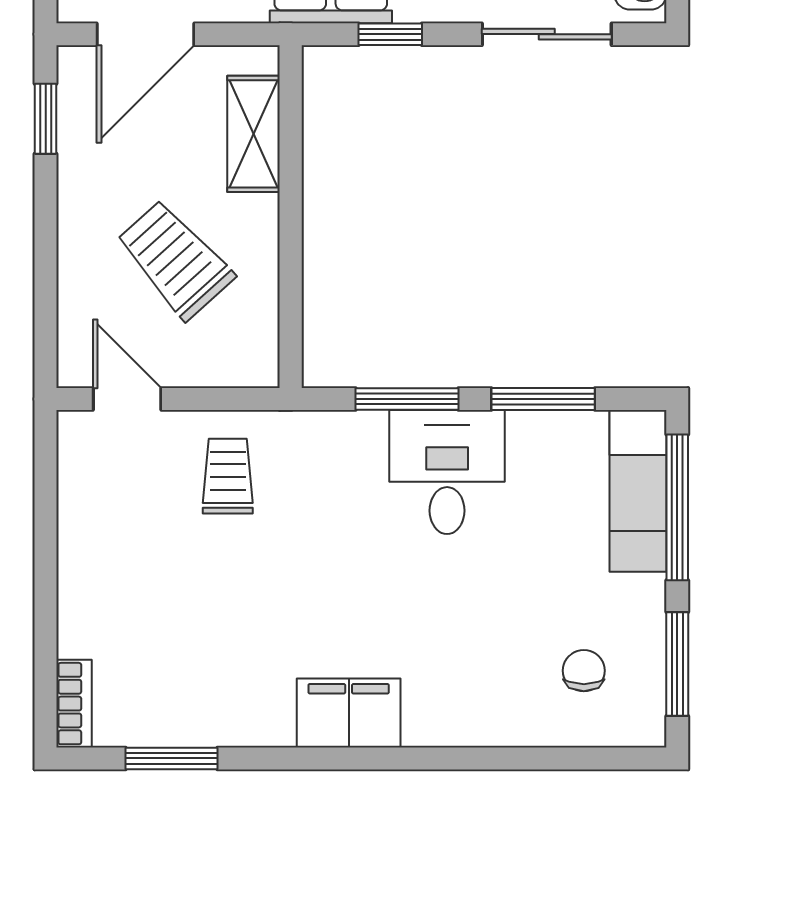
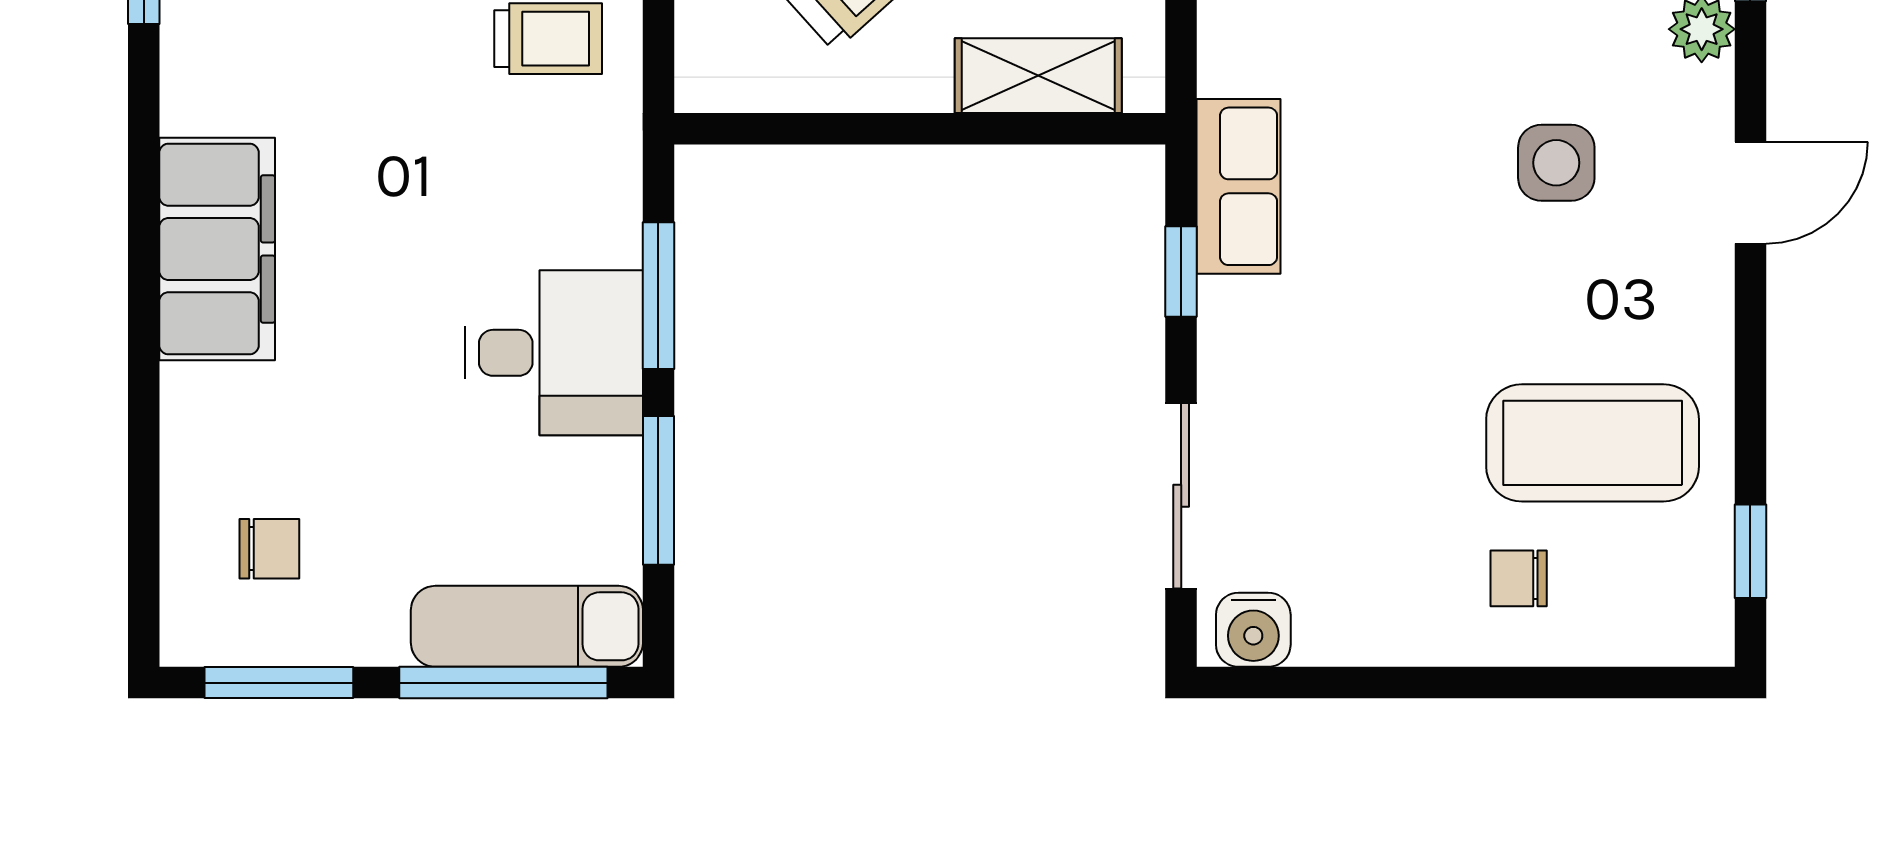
filing cabinet: (349, 713) -> (217, 249), width x1.50, depth x1.17

